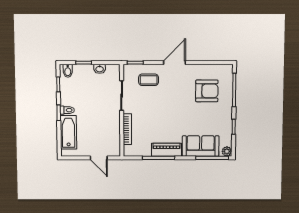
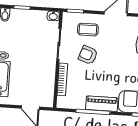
washbasin: (100, 69) -> (53, 16), moved
armchair: (150, 104) -> (88, 55), added

